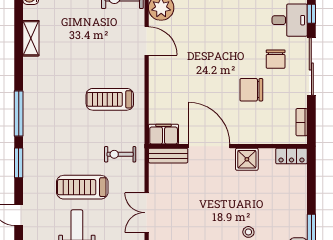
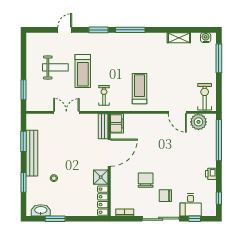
door: (147, 41) -> (177, 112), hinge flipped
locker: (291, 156) -> (103, 201), width x1.53
treadmill: (82, 187) -> (83, 71), turned 180

